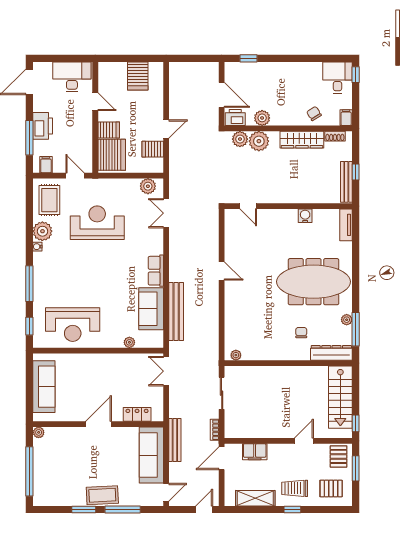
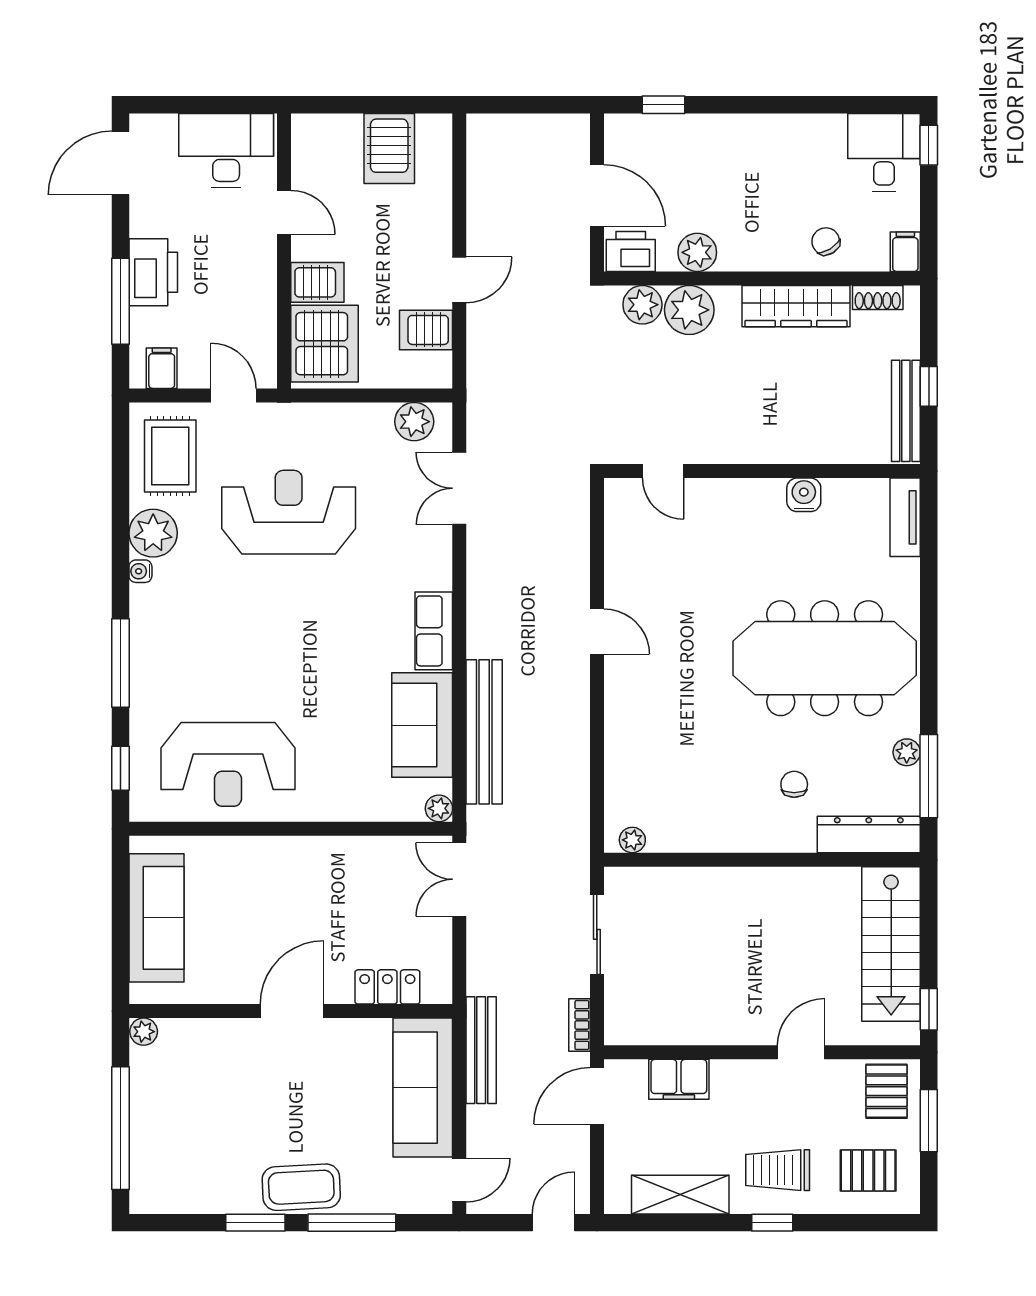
plant: (129, 342) -> (439, 808), moved

